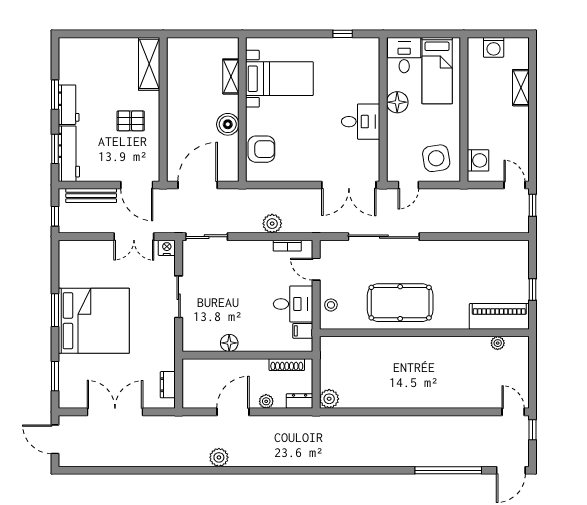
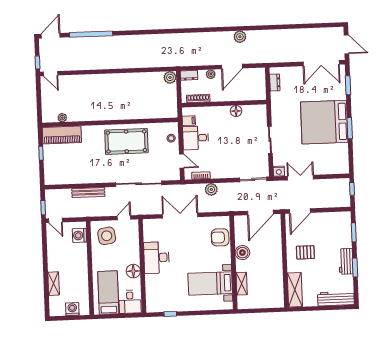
desk: (361, 122) -> (156, 258), width x1.37
workbench: (69, 154) -> (336, 299), moved, turned 90
door: (137, 185) -> (300, 211), swing flipped
double door: (349, 185) -> (180, 216), moved
bench: (91, 196) -> (88, 193), moved
double door: (115, 412) -> (321, 63), moved

